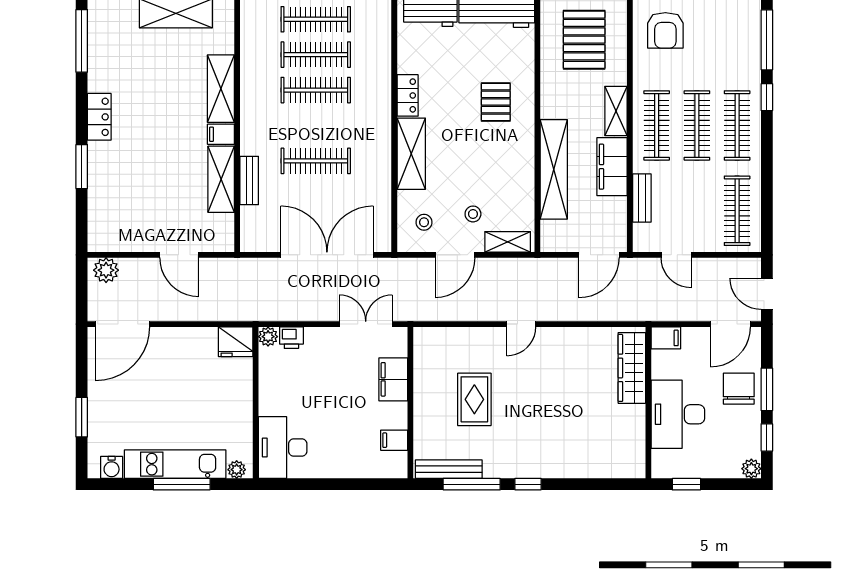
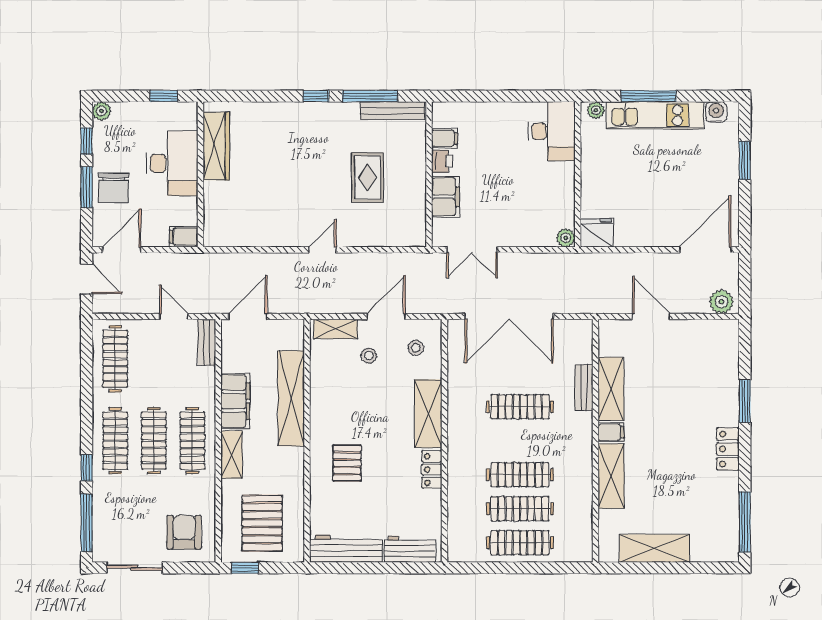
bench: (642, 198) -> (207, 342), moved
printer: (291, 338) -> (442, 161), moved, turned 90
wardrobe: (632, 368) -> (216, 146), moved

